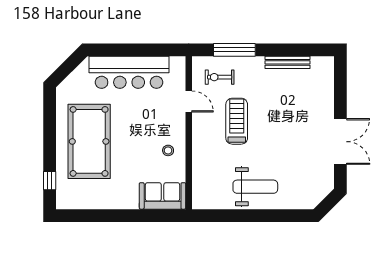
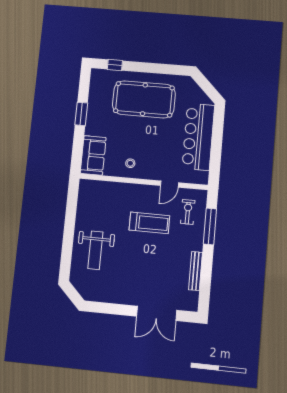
double door: (340, 142) -> (157, 313), moved
weight bench: (255, 187) -> (95, 250), moved
window: (113, 216) -> (81, 114), added

